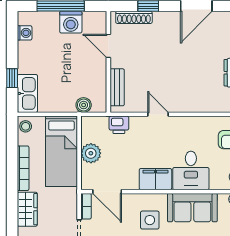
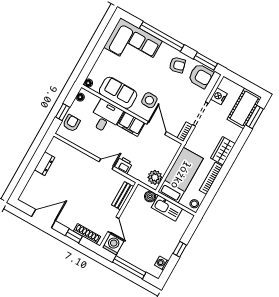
washing machine: (71, 22) -> (113, 244), moved
window: (12, 78) -> (180, 249), moved
kitchen sink: (27, 93) -> (167, 208), moved, turned -90
door: (158, 114) -> (106, 164), swing flipped
printer: (119, 125) -> (124, 165), moved
plant: (91, 153) -> (155, 177), moved
door: (107, 192) -> (157, 128), moved

